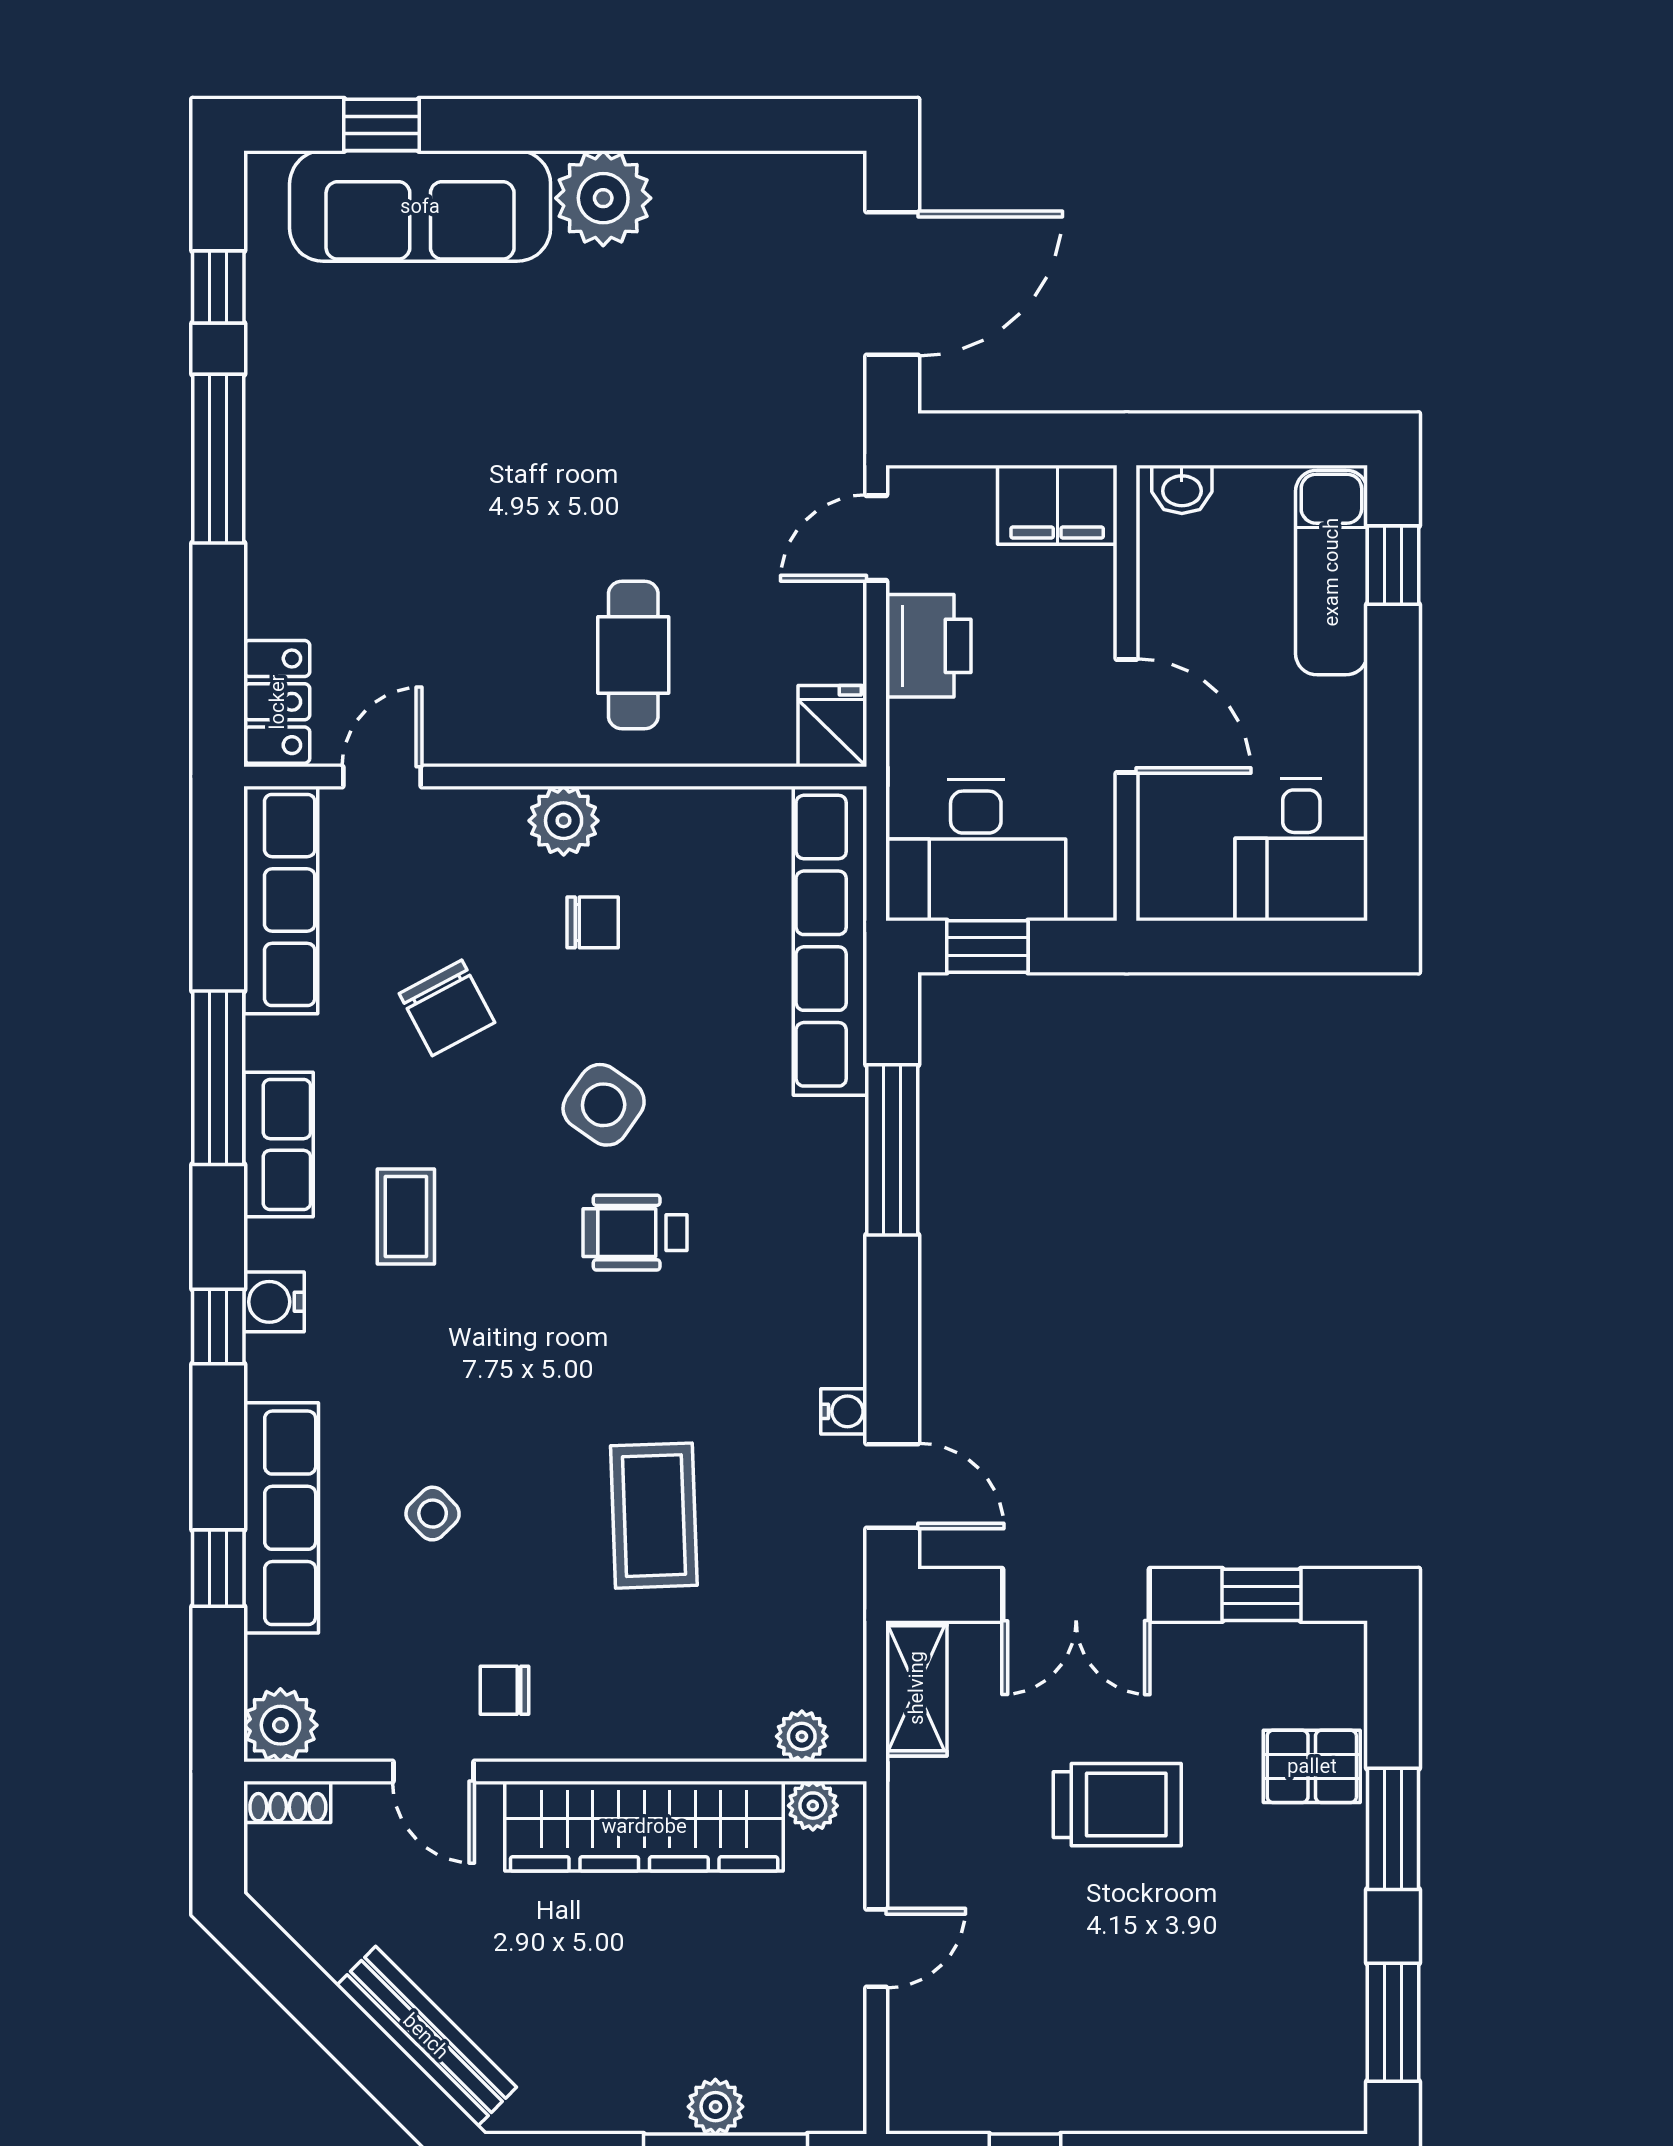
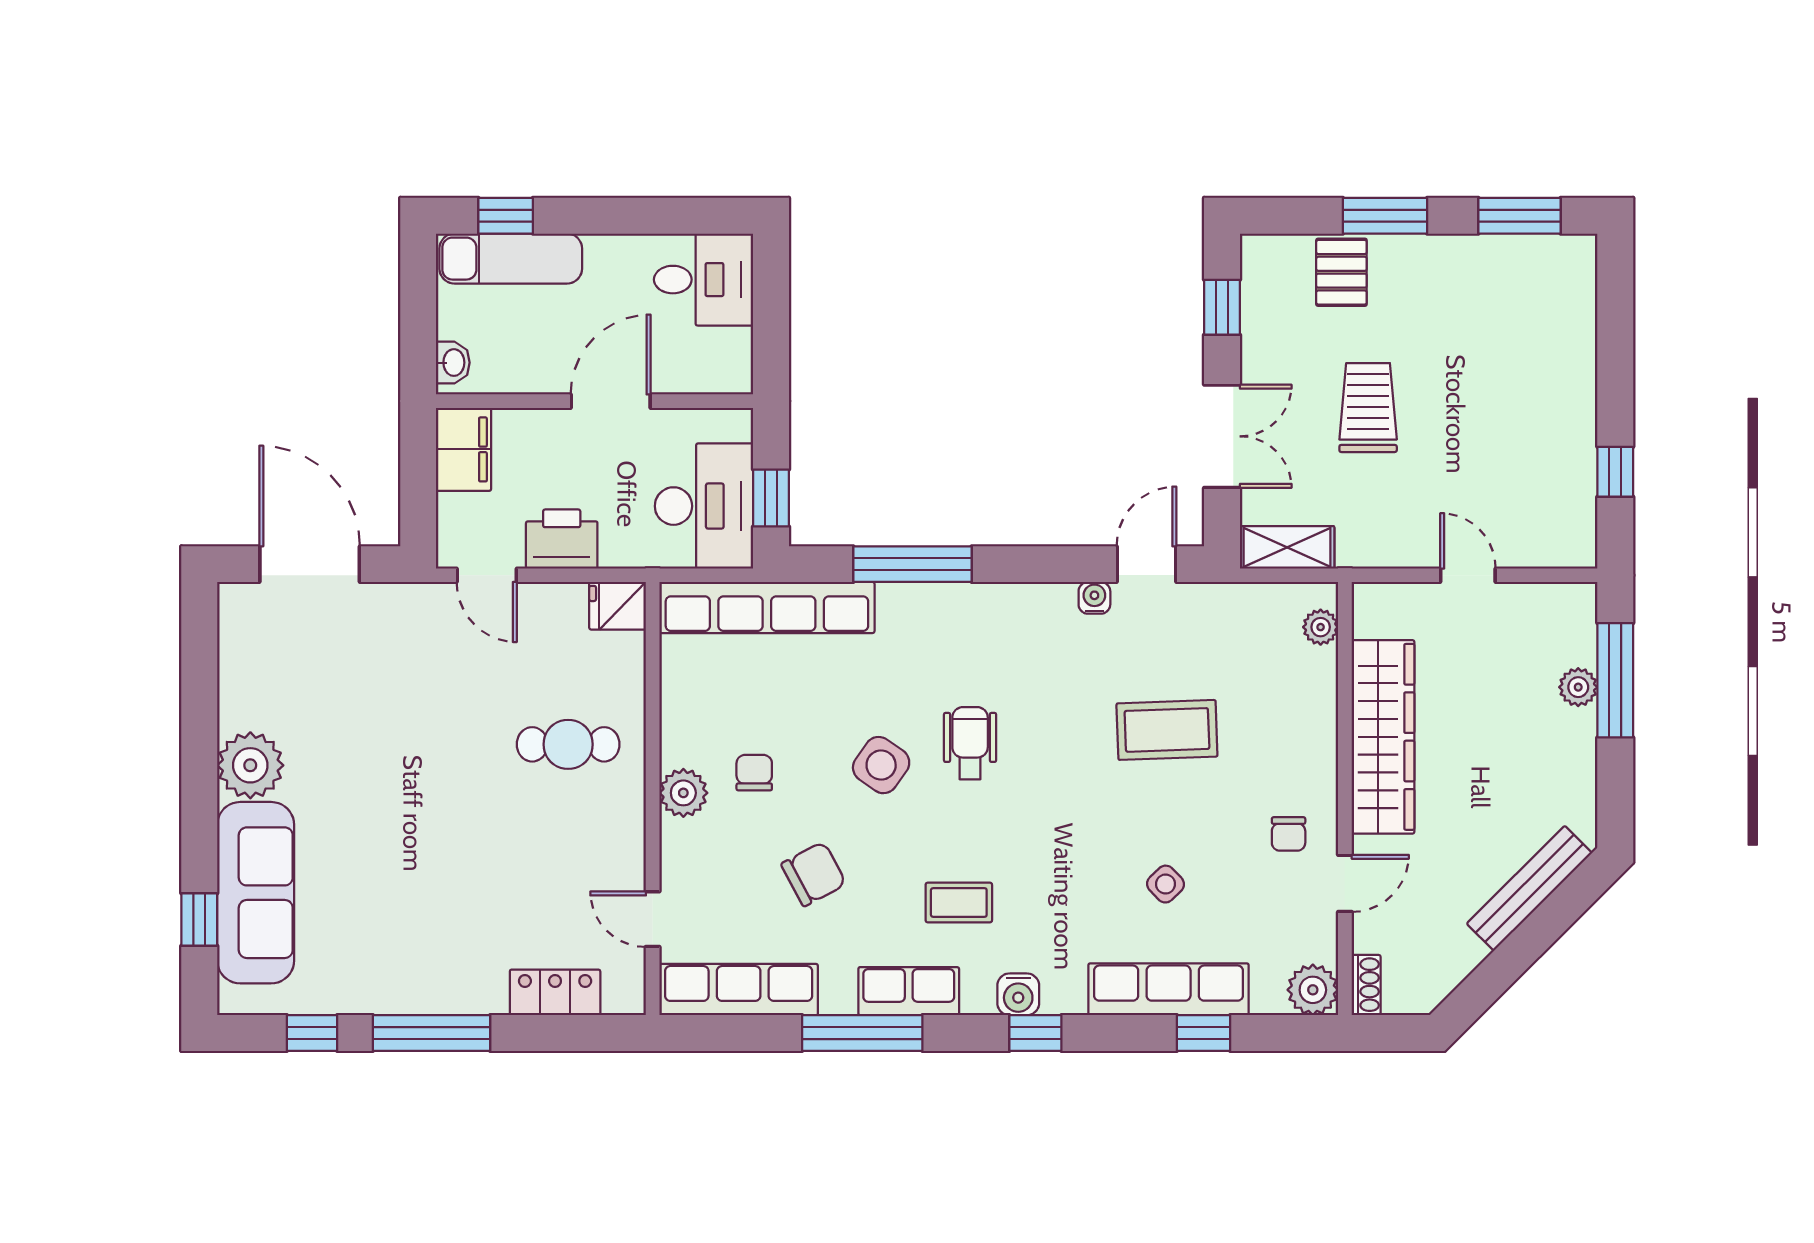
locker: (277, 702) -> (555, 992), moved
wheelchair: (635, 1233) -> (970, 743), turned 180
plant: (813, 1806) -> (1369, 619), removed

